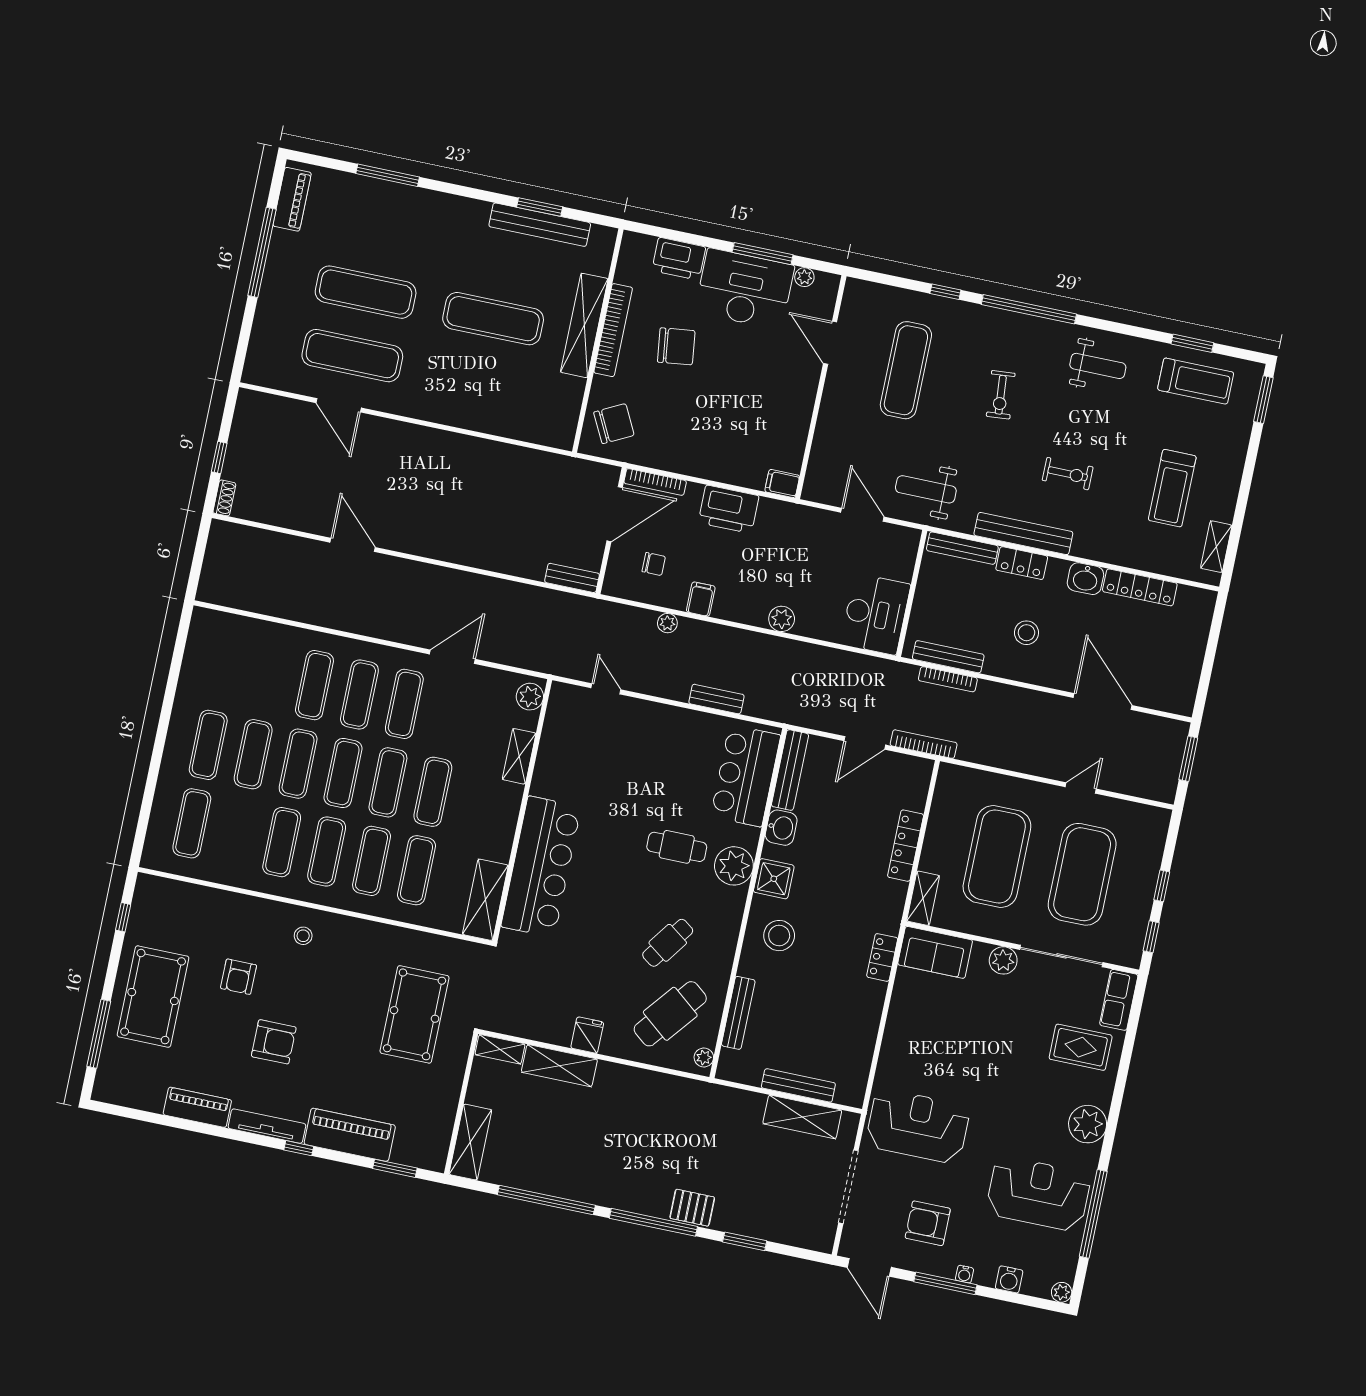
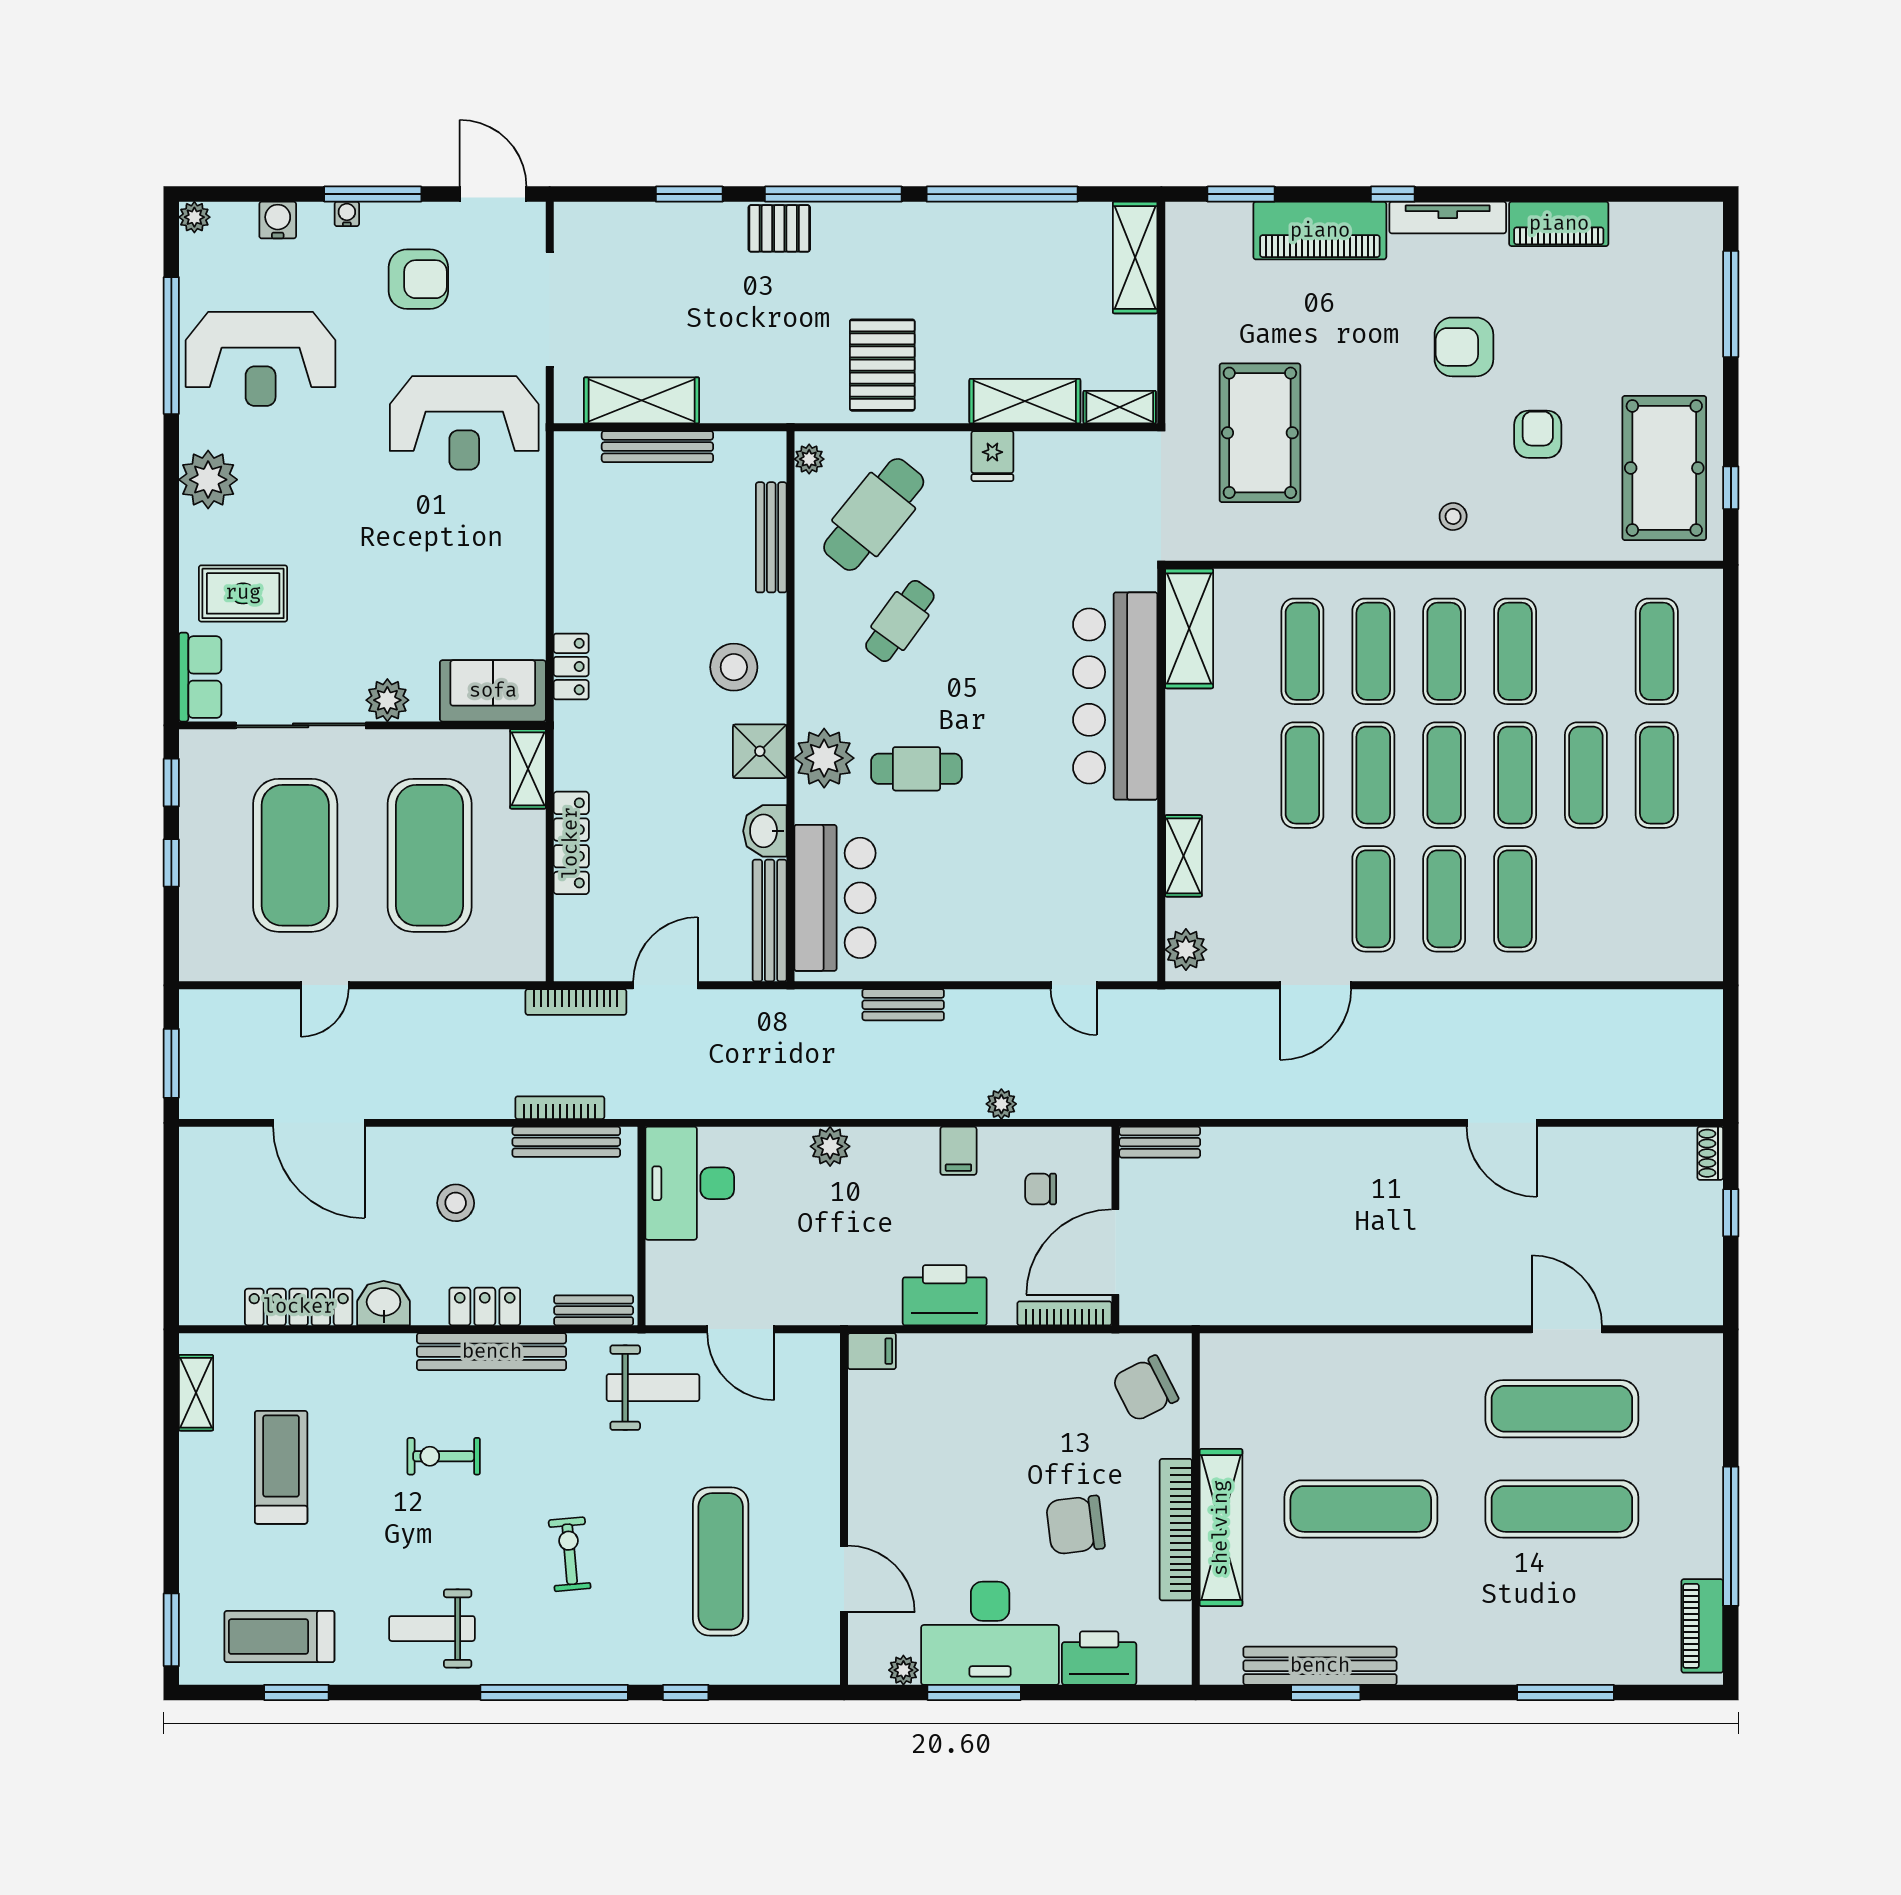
bench: (962, 548) -> (594, 1310), width x0.73
pool table: (153, 997) -> (1664, 468), moved
pallet: (645, 1107) -> (882, 365), added

